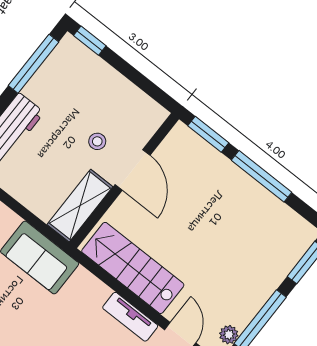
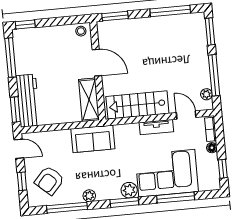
stool: (97, 141) -> (81, 31), moved
window: (261, 176) -> (170, 11), moved

